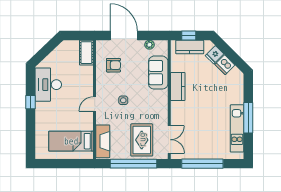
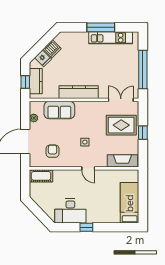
kitchen counter: (178, 86) -> (79, 92), width x1.50
bed: (71, 141) -> (130, 203), moved, turned 180
window: (133, 164) -> (143, 133), width x0.32

